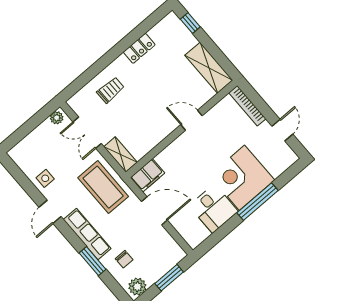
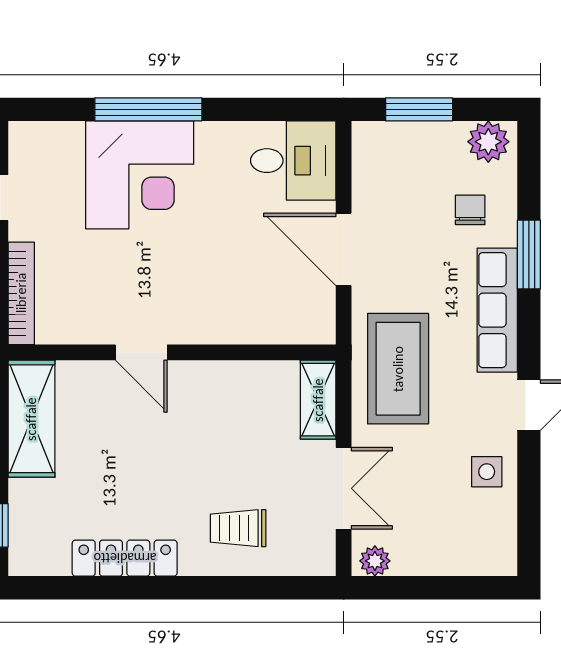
locker: (139, 48) -> (125, 558), width x1.53
filing cabinet: (147, 175) -> (302, 322), removed
desk: (214, 209) -> (293, 161), moved, turned 90

